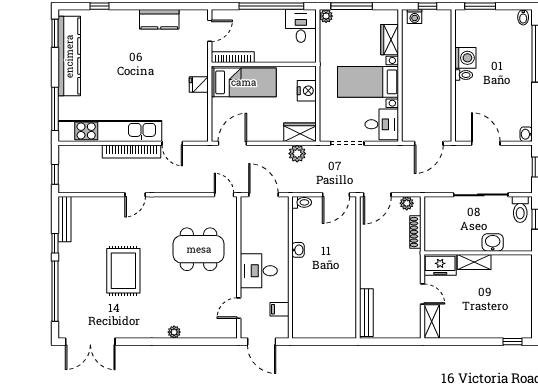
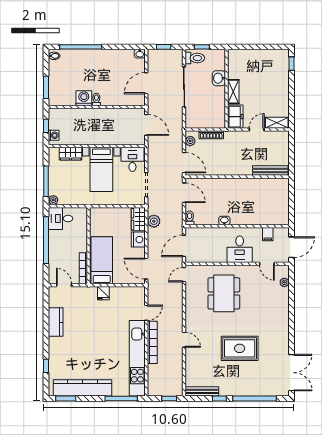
nightstand: (307, 91) -> (138, 240), moved, turned 90
plant: (174, 332) -> (284, 282), moved

